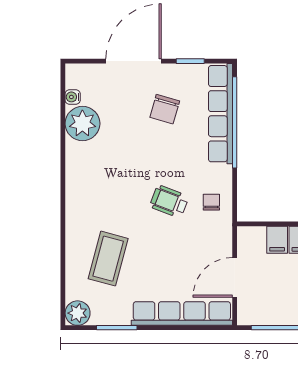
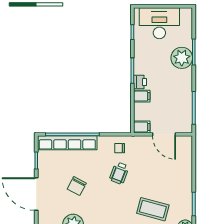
chair: (165, 109) -> (77, 186), moved, turned 102
filing cabinet: (277, 240) -> (142, 127), moved
row of seats: (182, 313) -> (185, 166), removed

